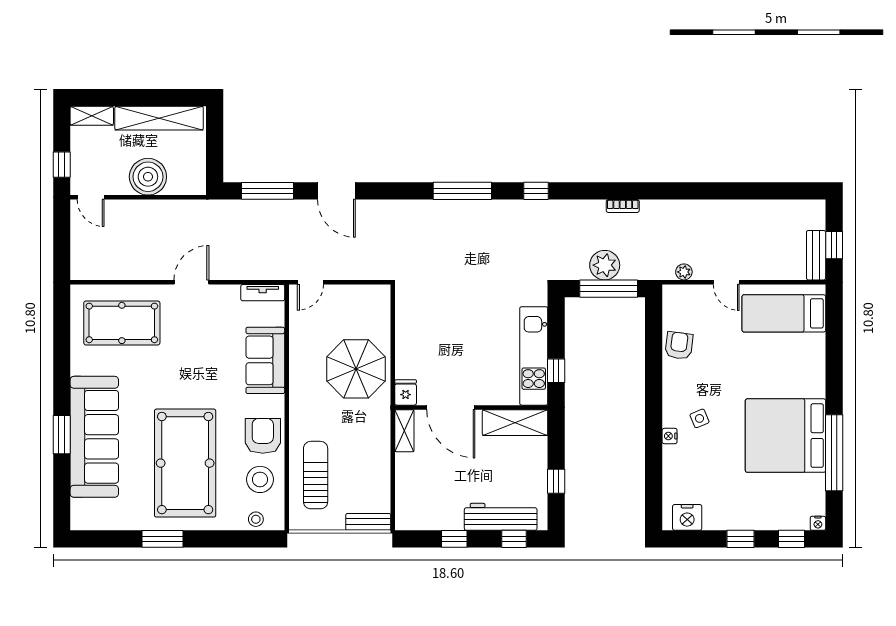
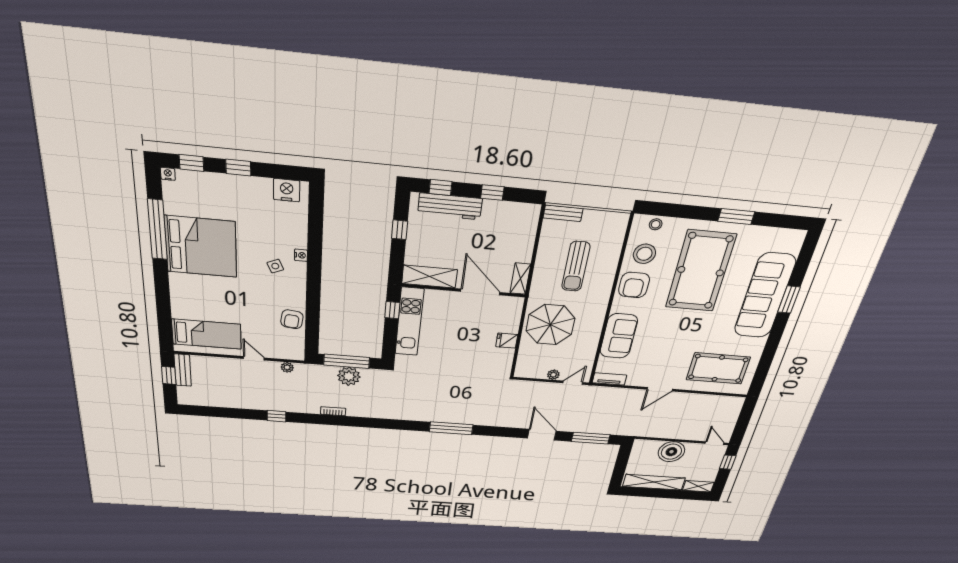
window: (536, 191) -> (277, 416), moved
plant: (338, 293) -> (553, 375), added
fridge: (406, 392) -> (507, 341), moved, turned 90
sun lounger: (316, 475) -> (576, 266), moved

